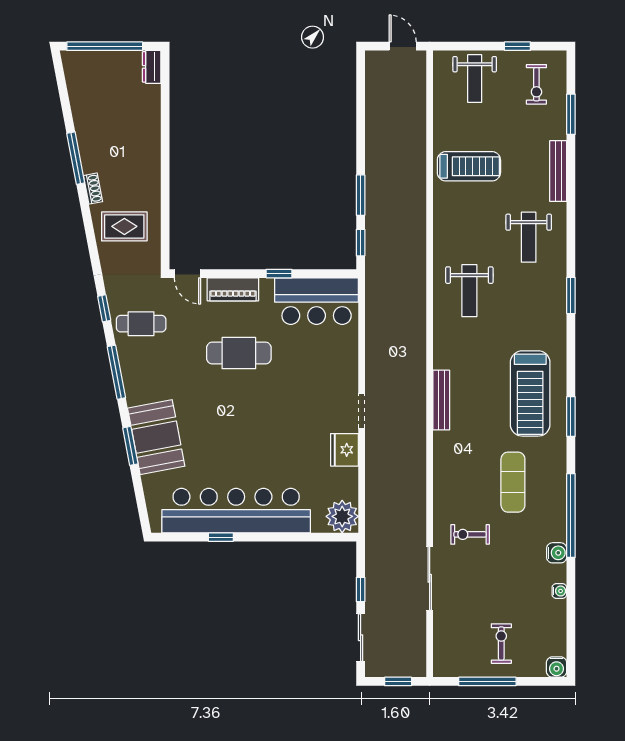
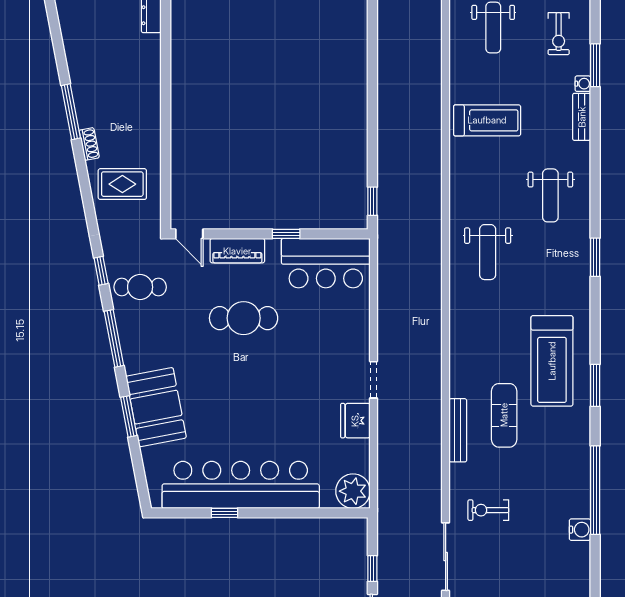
bench: (558, 171) -> (582, 117), width x0.73
window: (361, 195) -> (372, 151), removed
bench: (441, 400) -> (458, 430), moved
exercise mat: (513, 482) -> (504, 415), moved
water cooler: (559, 591) -> (583, 84), moved

